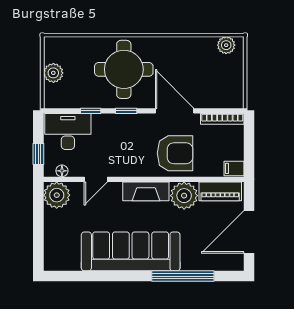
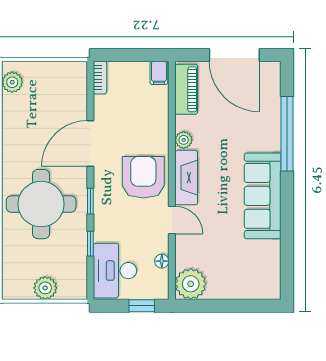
bookcase: (222, 119) -> (100, 78), width x0.64
armchair: (175, 153) -> (143, 177), moved
floor lamp: (62, 171) -> (162, 261), moved
door: (96, 179) -> (172, 220), moved
plant: (184, 196) -> (184, 140), width x0.53, depth x0.53
sofa: (131, 251) -> (263, 196), width x0.74, depth x0.79

